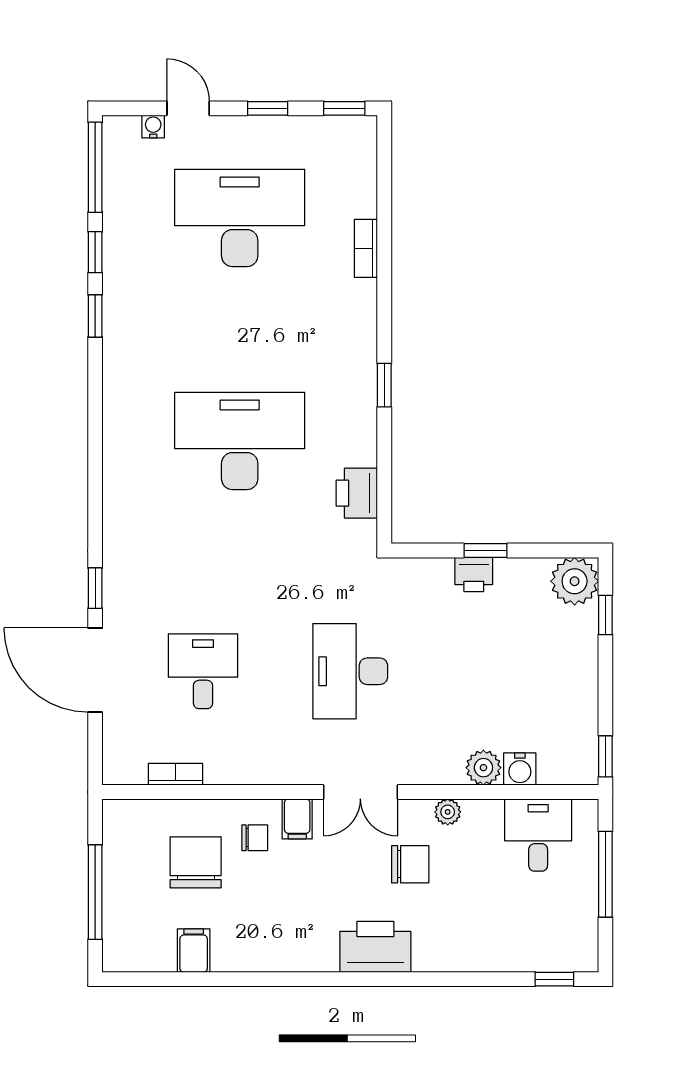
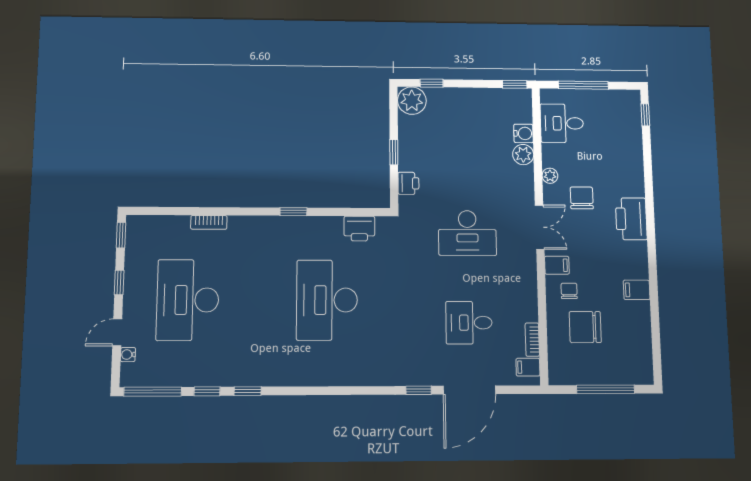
printer: (474, 574) -> (408, 183), moved
filing cabinet: (131, 766) -> (528, 367), added
filing cabinet: (194, 951) -> (637, 290), moved

